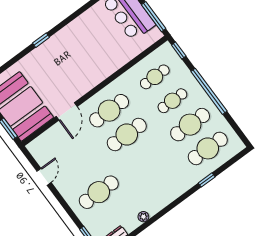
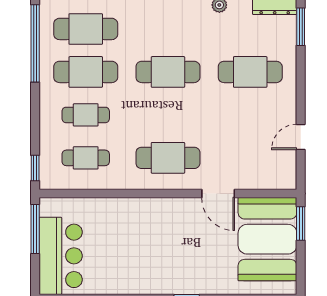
window: (209, 91) -> (35, 43), moved
door: (67, 111) -> (218, 193), swing flipped
cafe table: (127, 135) -> (168, 72), moved

